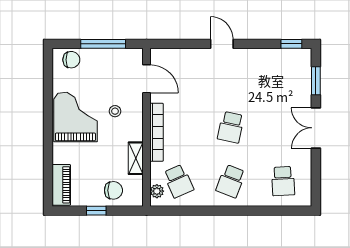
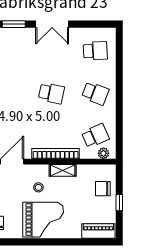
grand piano: (75, 117) -> (43, 220), turned 180
shelving: (136, 158) -> (63, 170), moved
chair: (113, 190) -> (103, 189), turned -90

